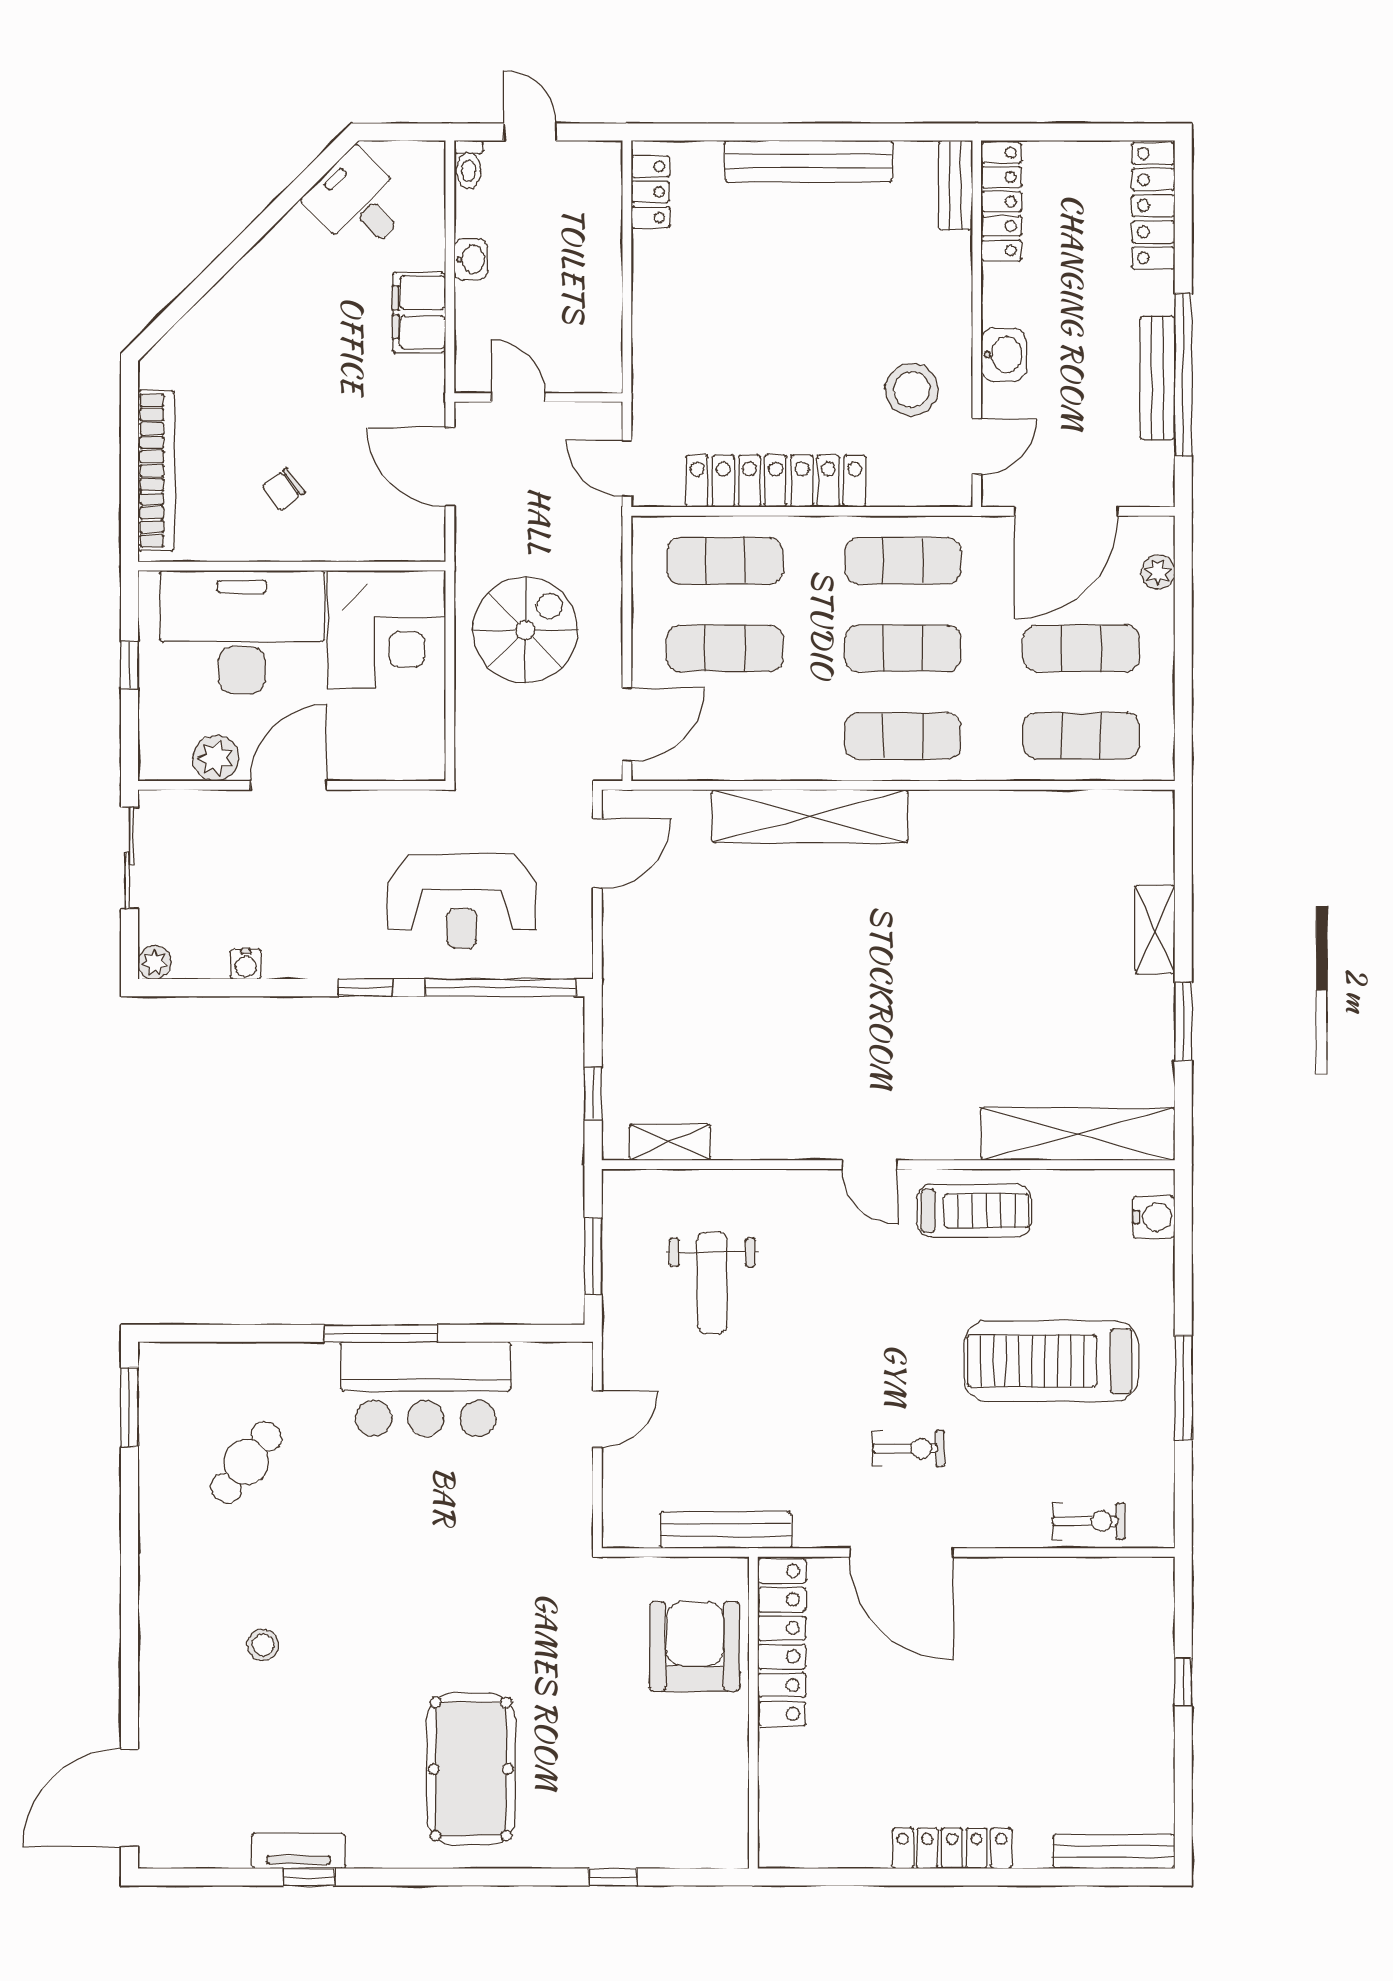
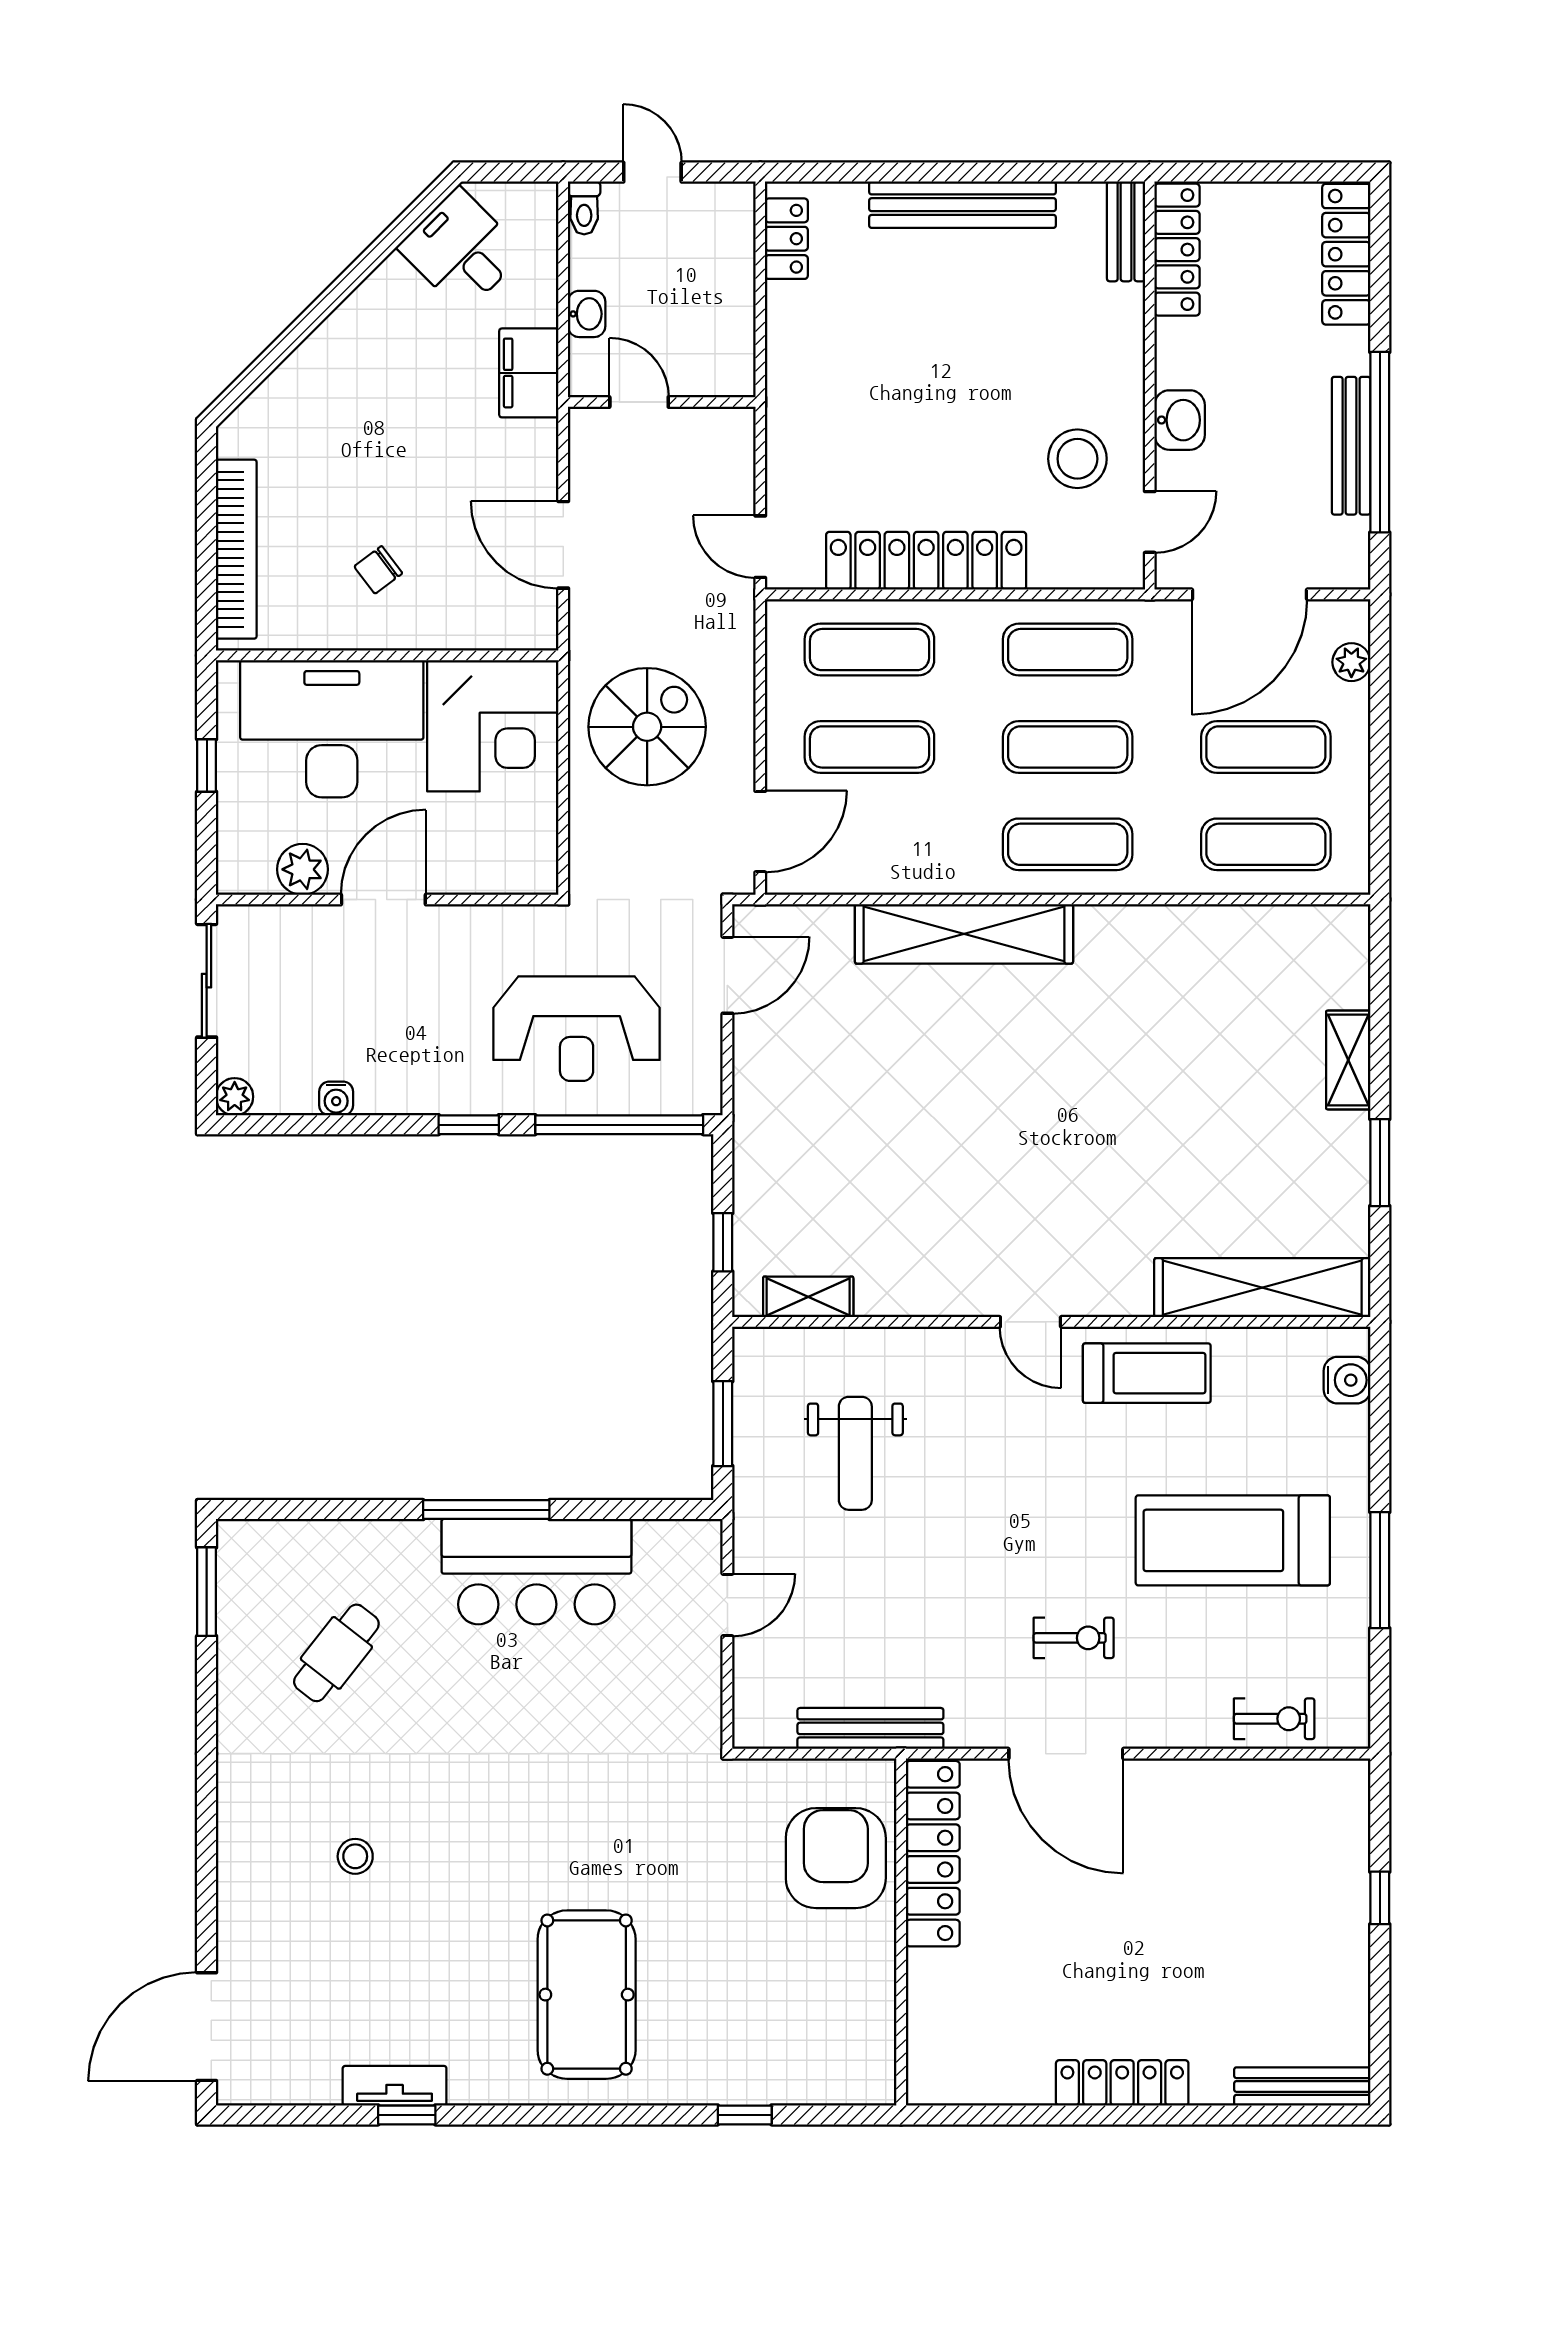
door: (518, 398) -> (639, 402), moved
wall: (538, 398) -> (662, 402), moved

